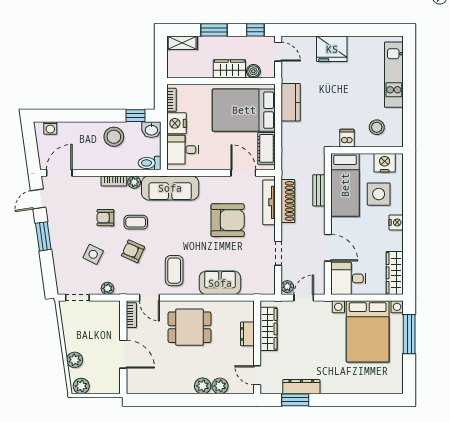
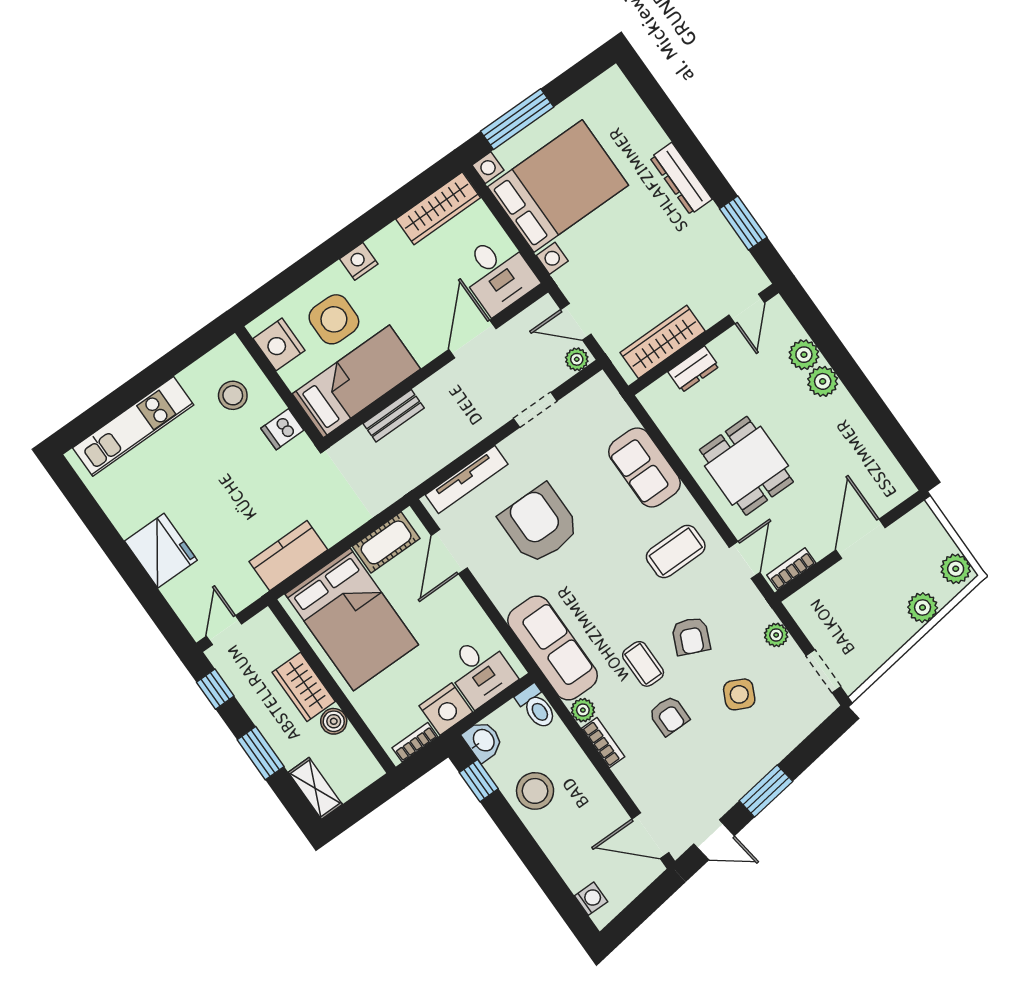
boiler: (253, 71) -> (334, 721), moved
shoe rack: (288, 201) -> (444, 452), removed
dresser: (301, 387) -> (681, 179), moved

